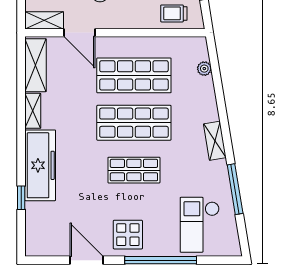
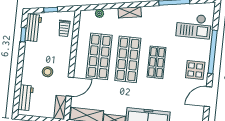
shelving: (215, 141) -> (130, 12), moved

